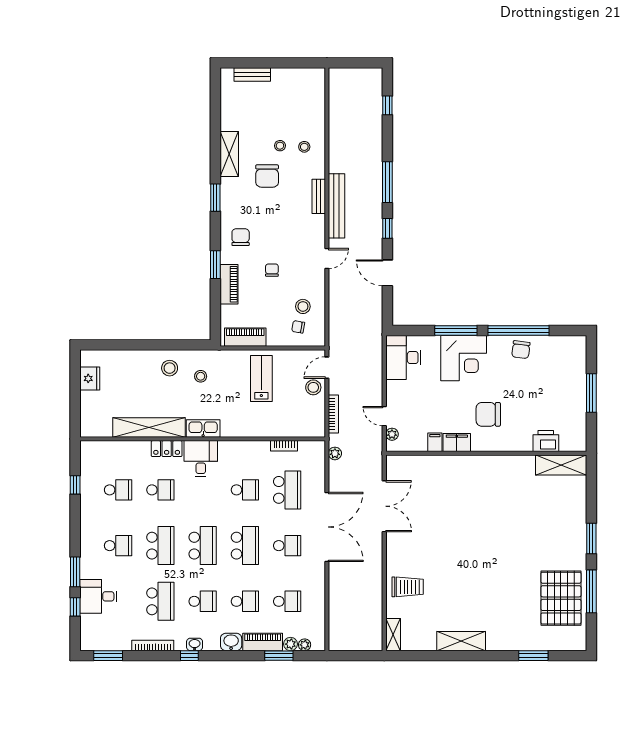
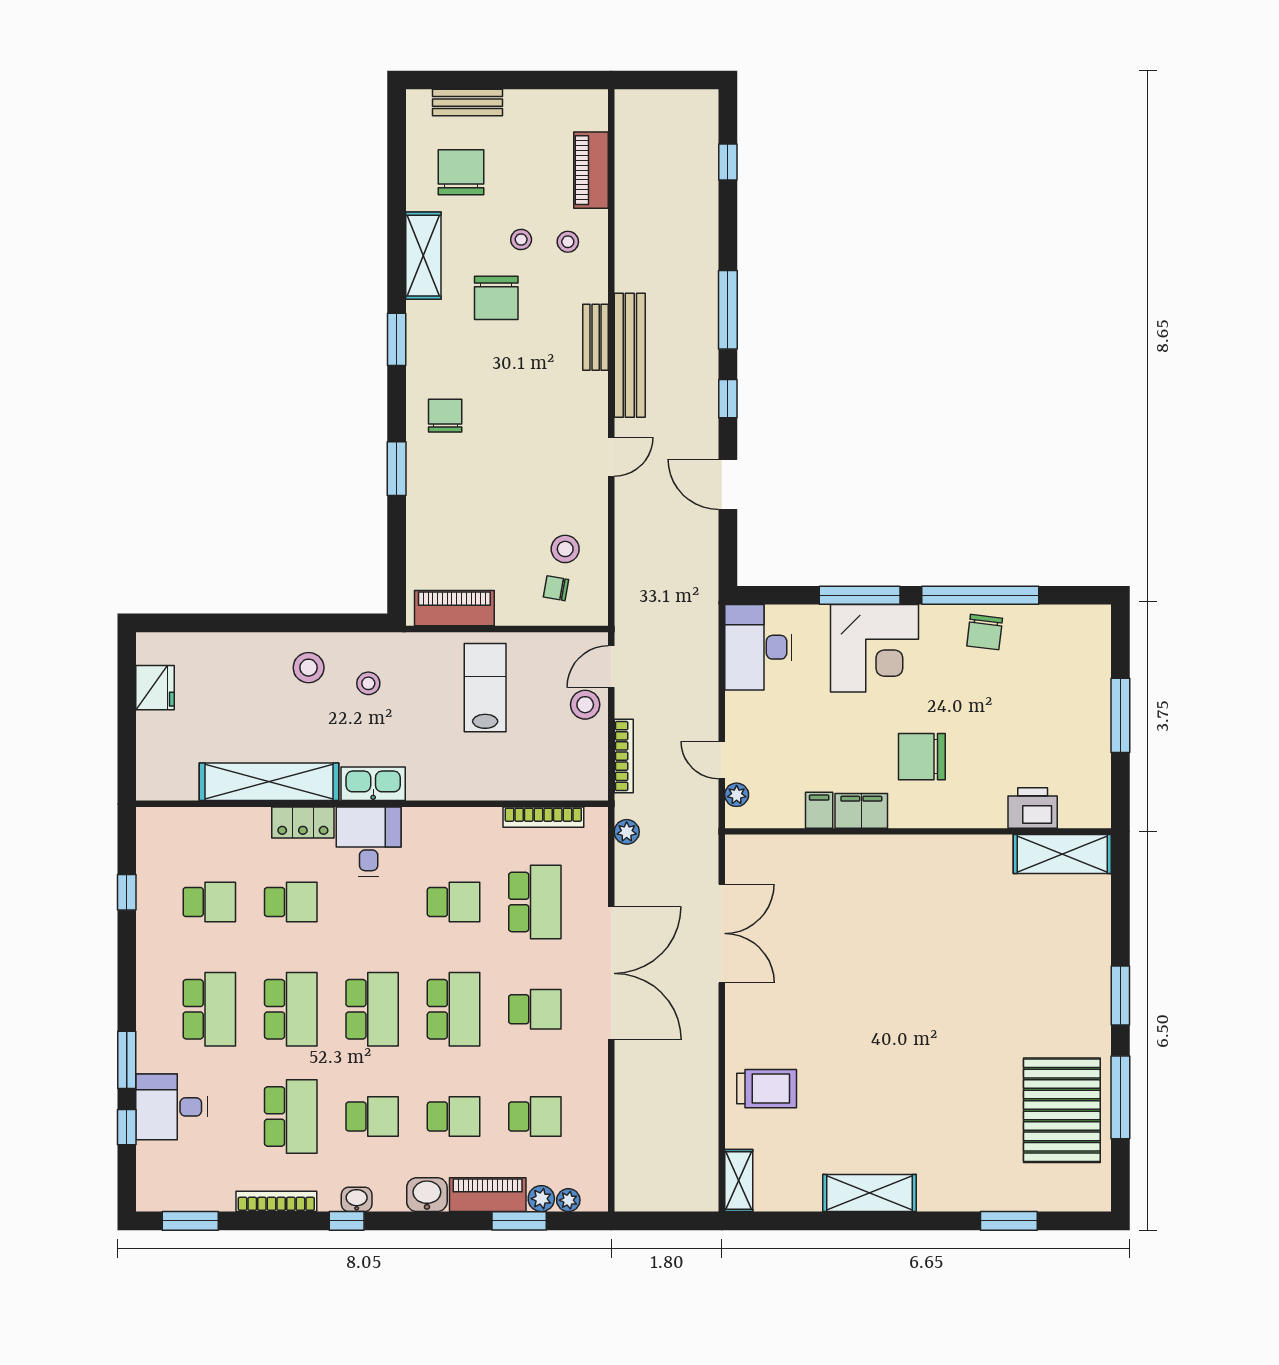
chair: (272, 270) -> (461, 172), moved, width x1.87, depth x1.87
piano: (229, 284) -> (591, 170), moved, turned 180
bookcase: (284, 446) -> (543, 817), width x1.56
school desk: (118, 546) -> (209, 1009), width x1.85

